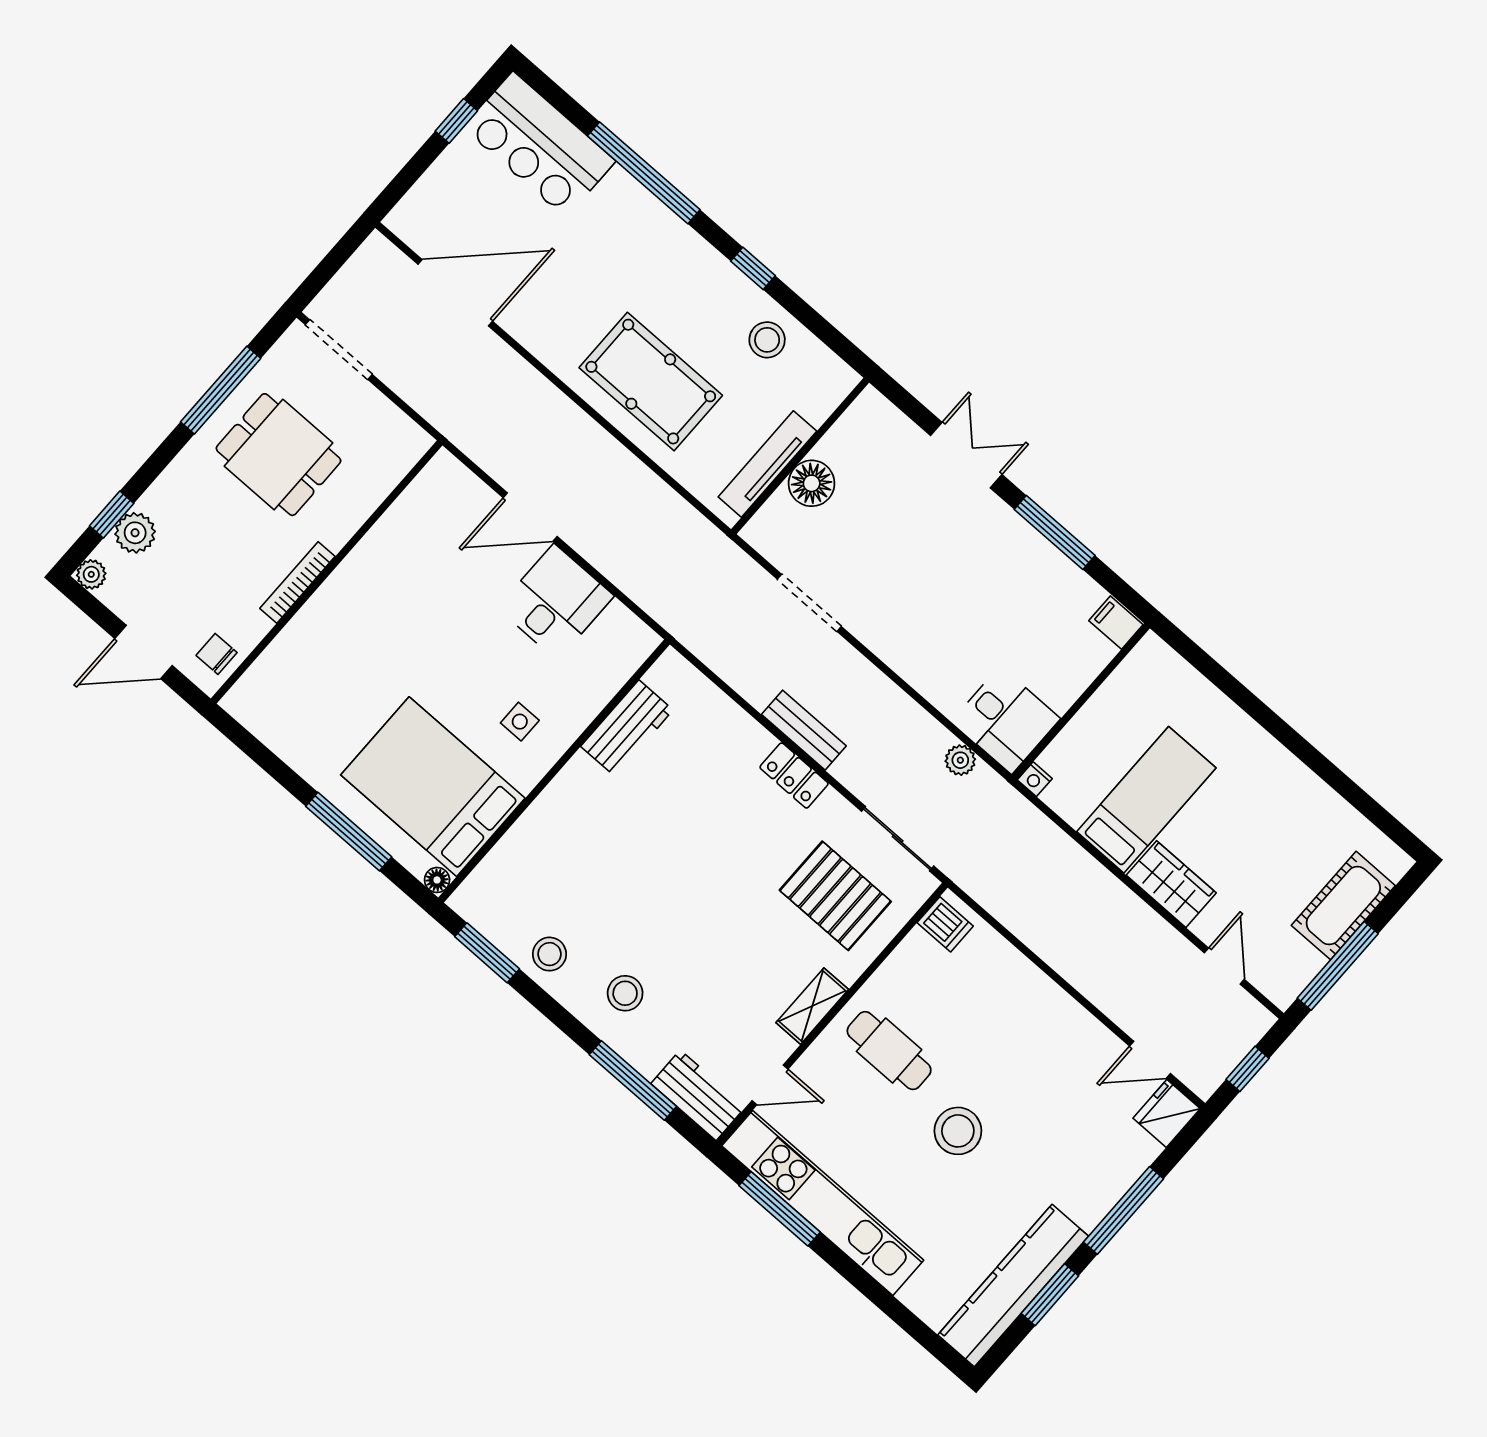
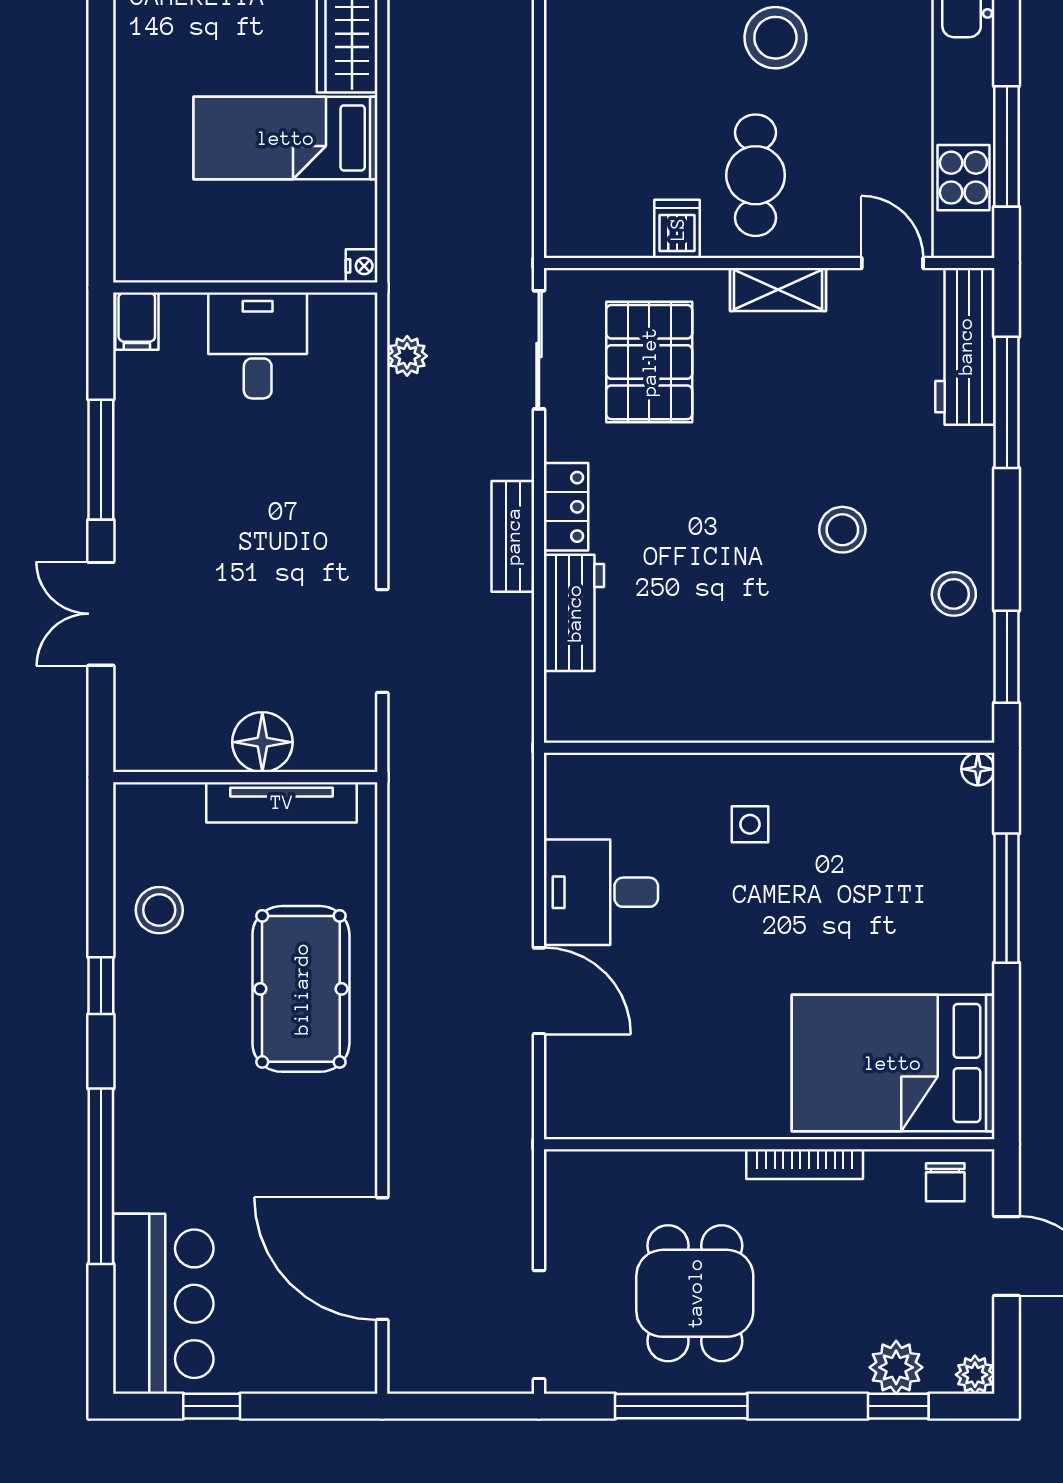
desk: (1006, 720) -> (258, 346), moved
workbench: (627, 728) -> (574, 613), moved, turned 90
bed: (433, 787) -> (893, 1063), moved, turned 90
dishwasher: (945, 924) -> (677, 229), moved
stool: (625, 993) -> (842, 530), moved
workbench: (698, 1095) -> (965, 346), width x1.38

